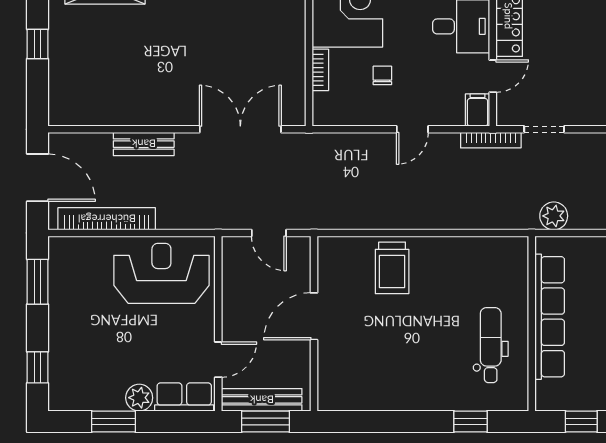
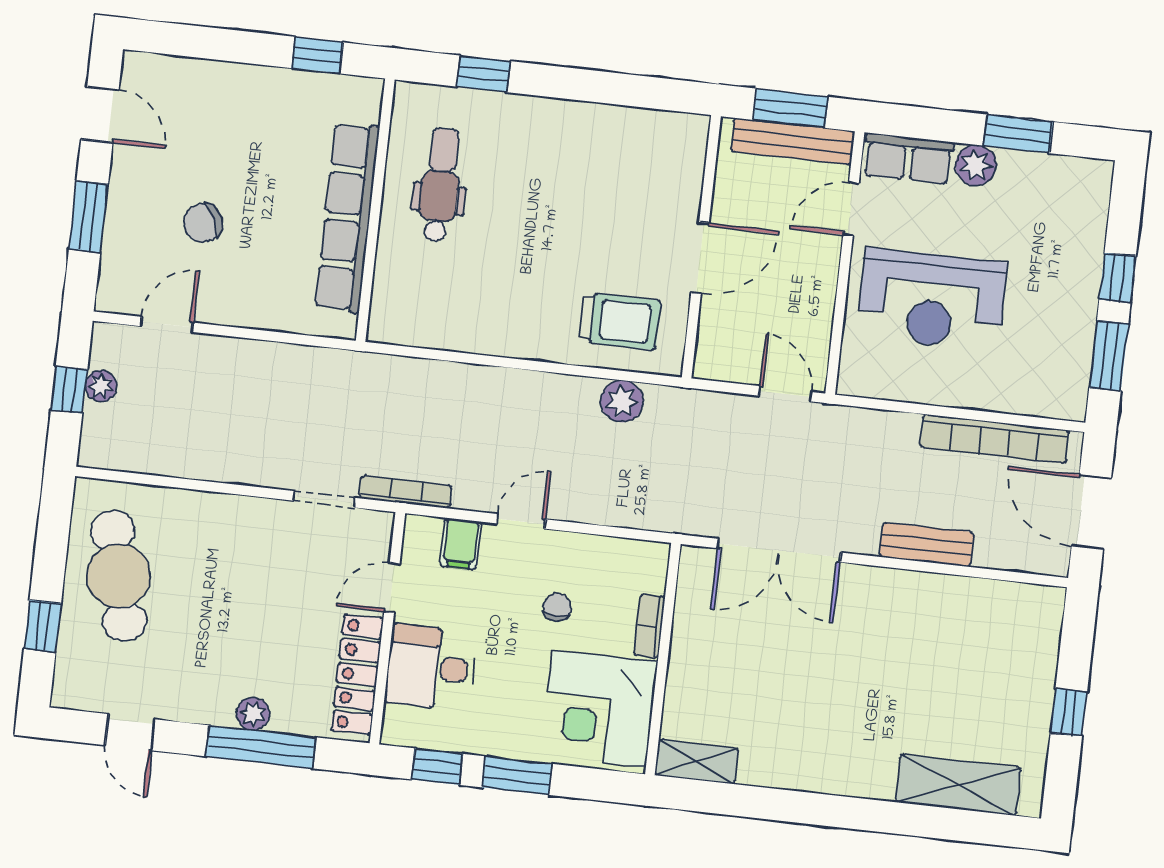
chair: (382, 75) -> (557, 607), turned 180
filing cabinet: (478, 110) -> (461, 544), moved
plant: (554, 216) -> (622, 401), moved
door: (269, 233) -> (785, 394), moved
trolley: (392, 268) -> (620, 321), moved, turned 90
reception desk: (161, 273) -> (932, 300), moved
dental chair: (491, 345) -> (440, 185), turned 180
window: (37, 367) -> (1118, 278), moved

